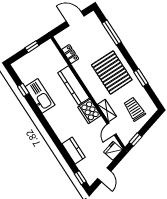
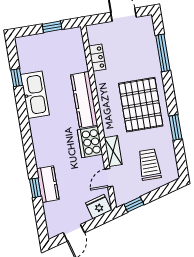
window: (80, 178) -> (35, 188), moved

